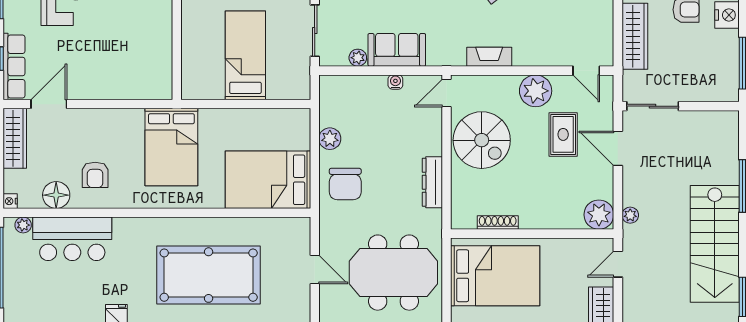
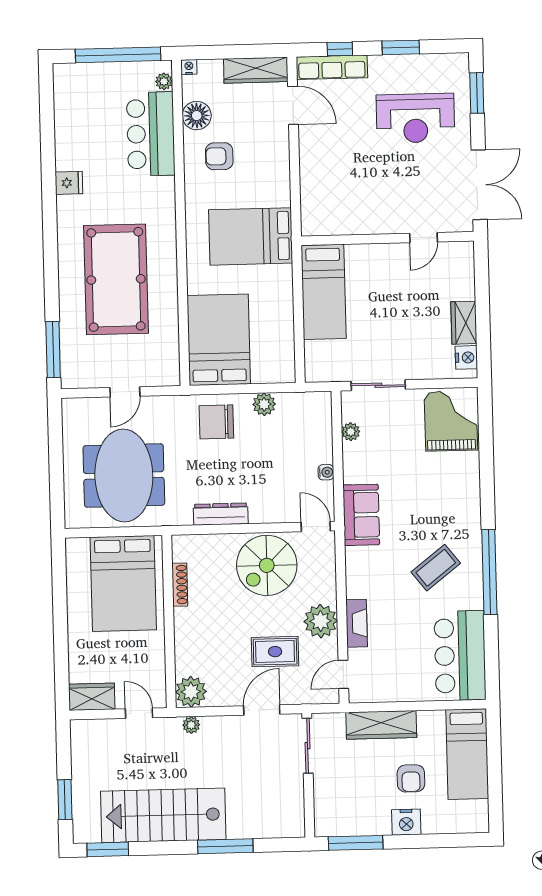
sofa: (397, 50) -> (361, 515), moved
bed: (245, 55) -> (324, 292), moved, turned 90
fireplace: (489, 57) -> (357, 623), moved

